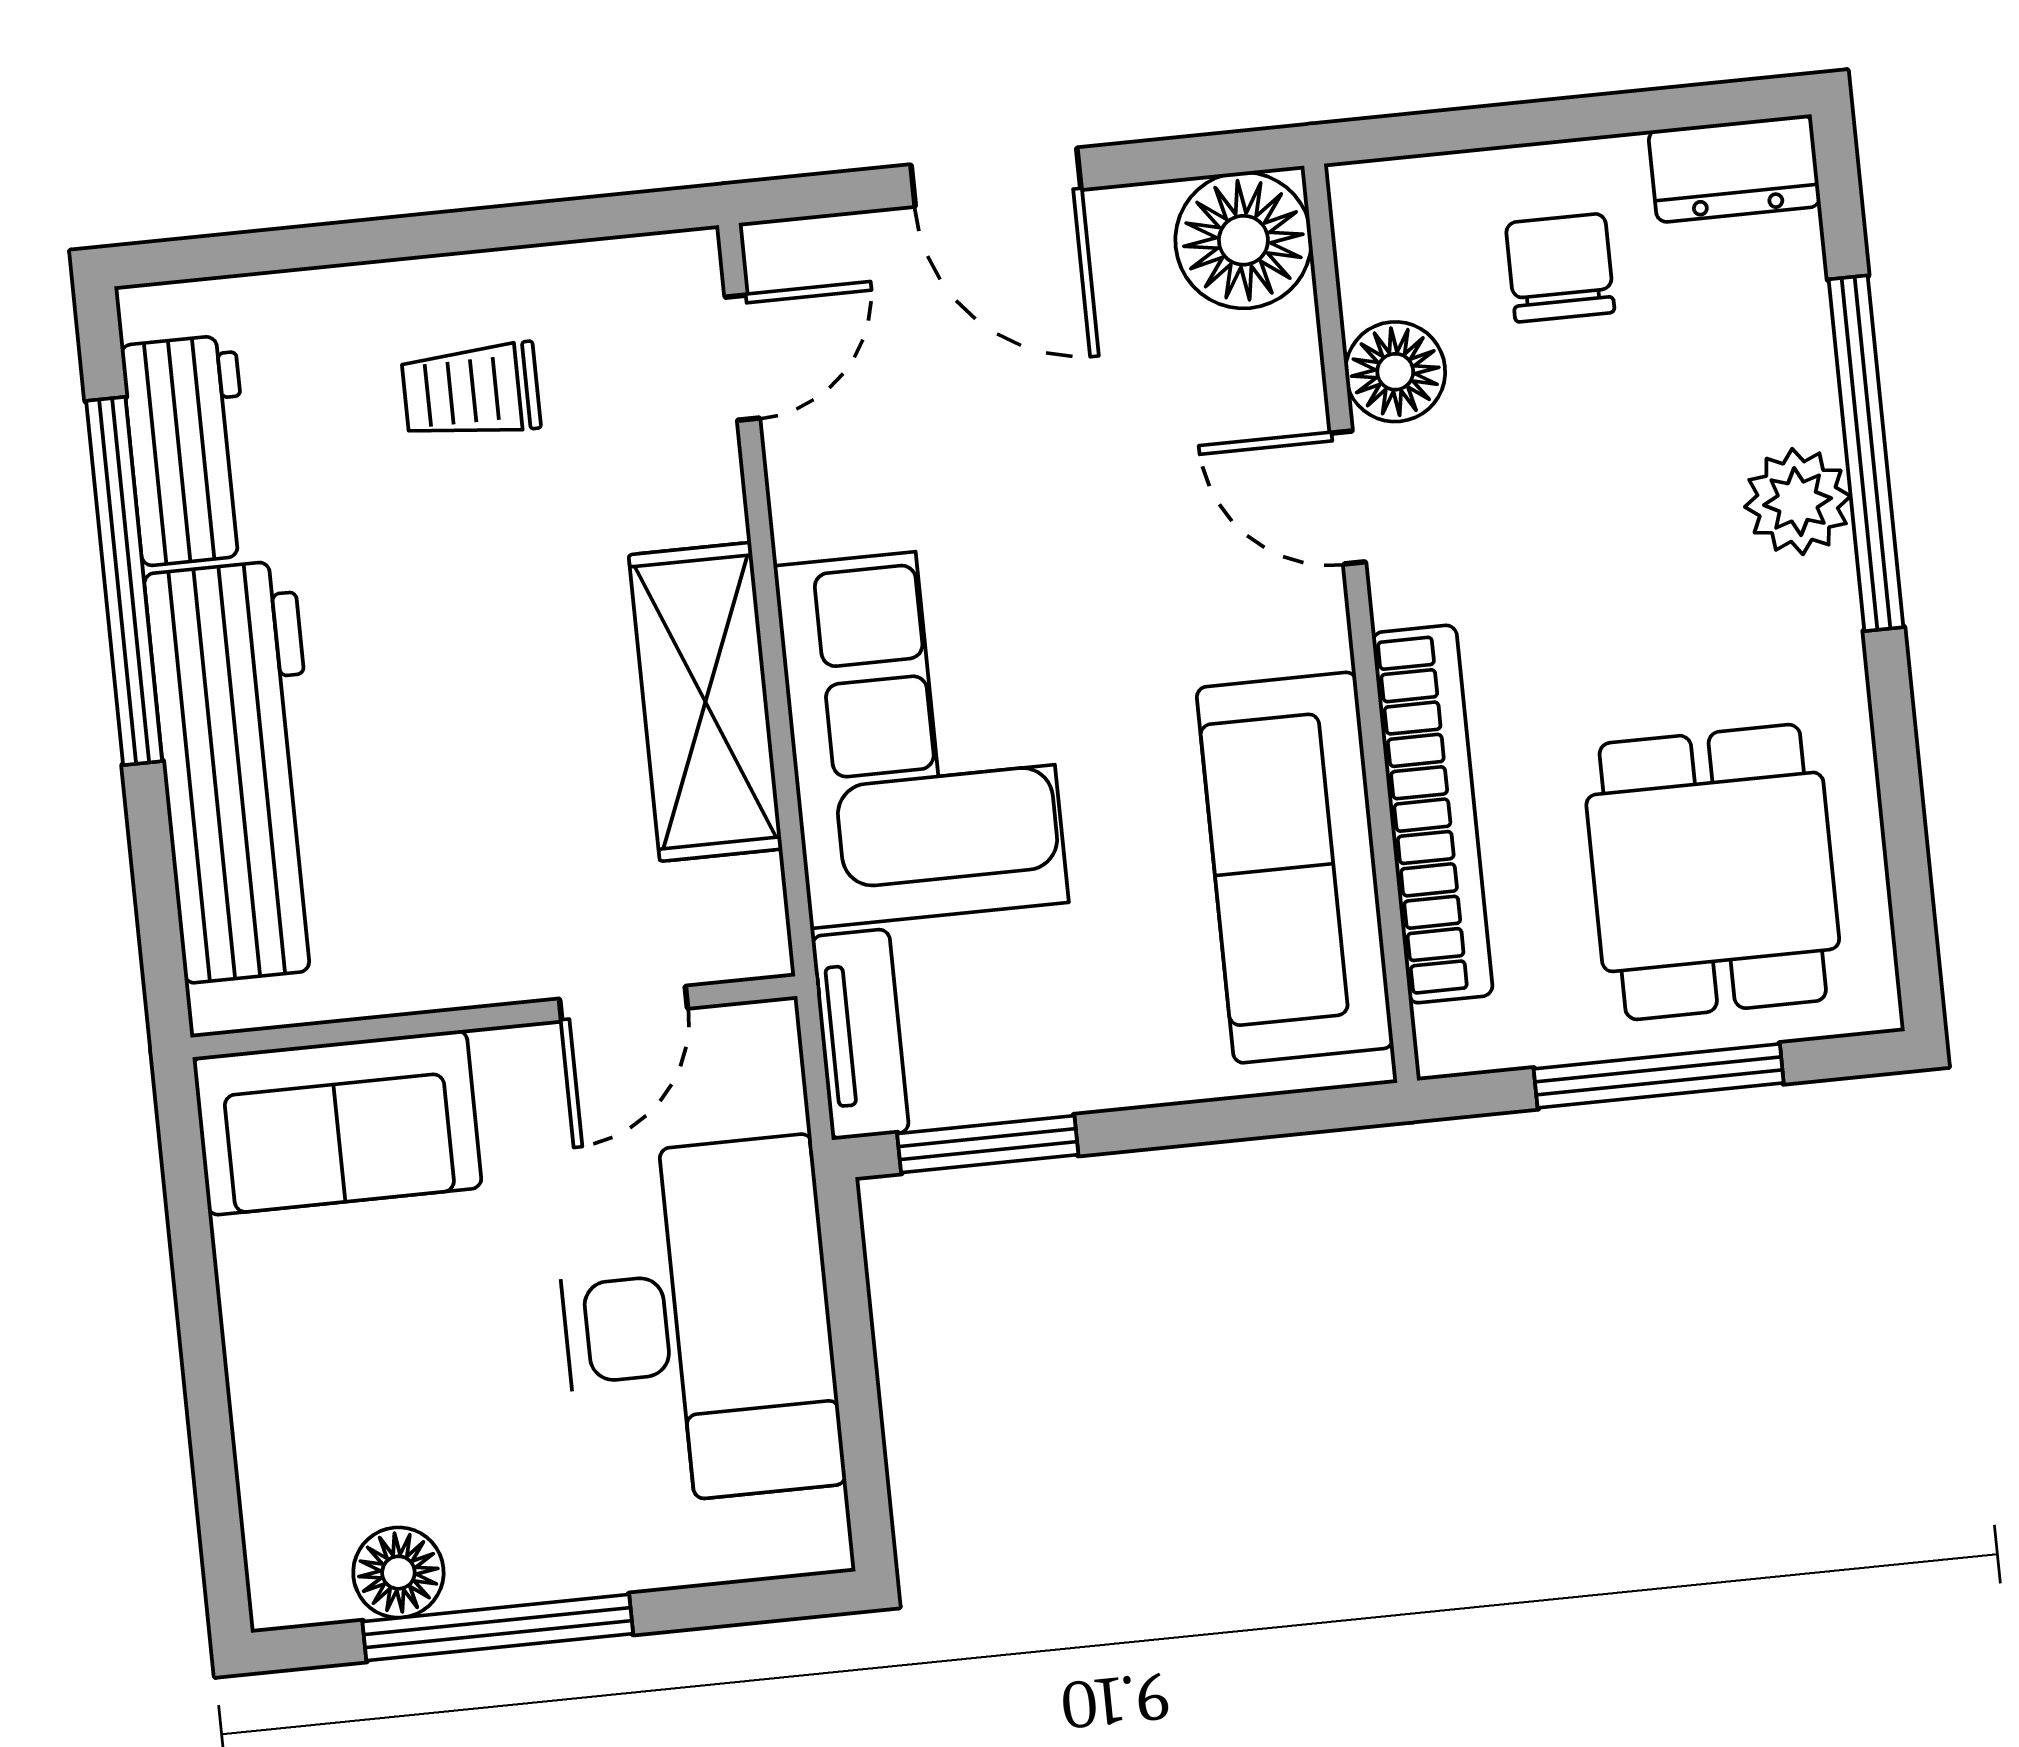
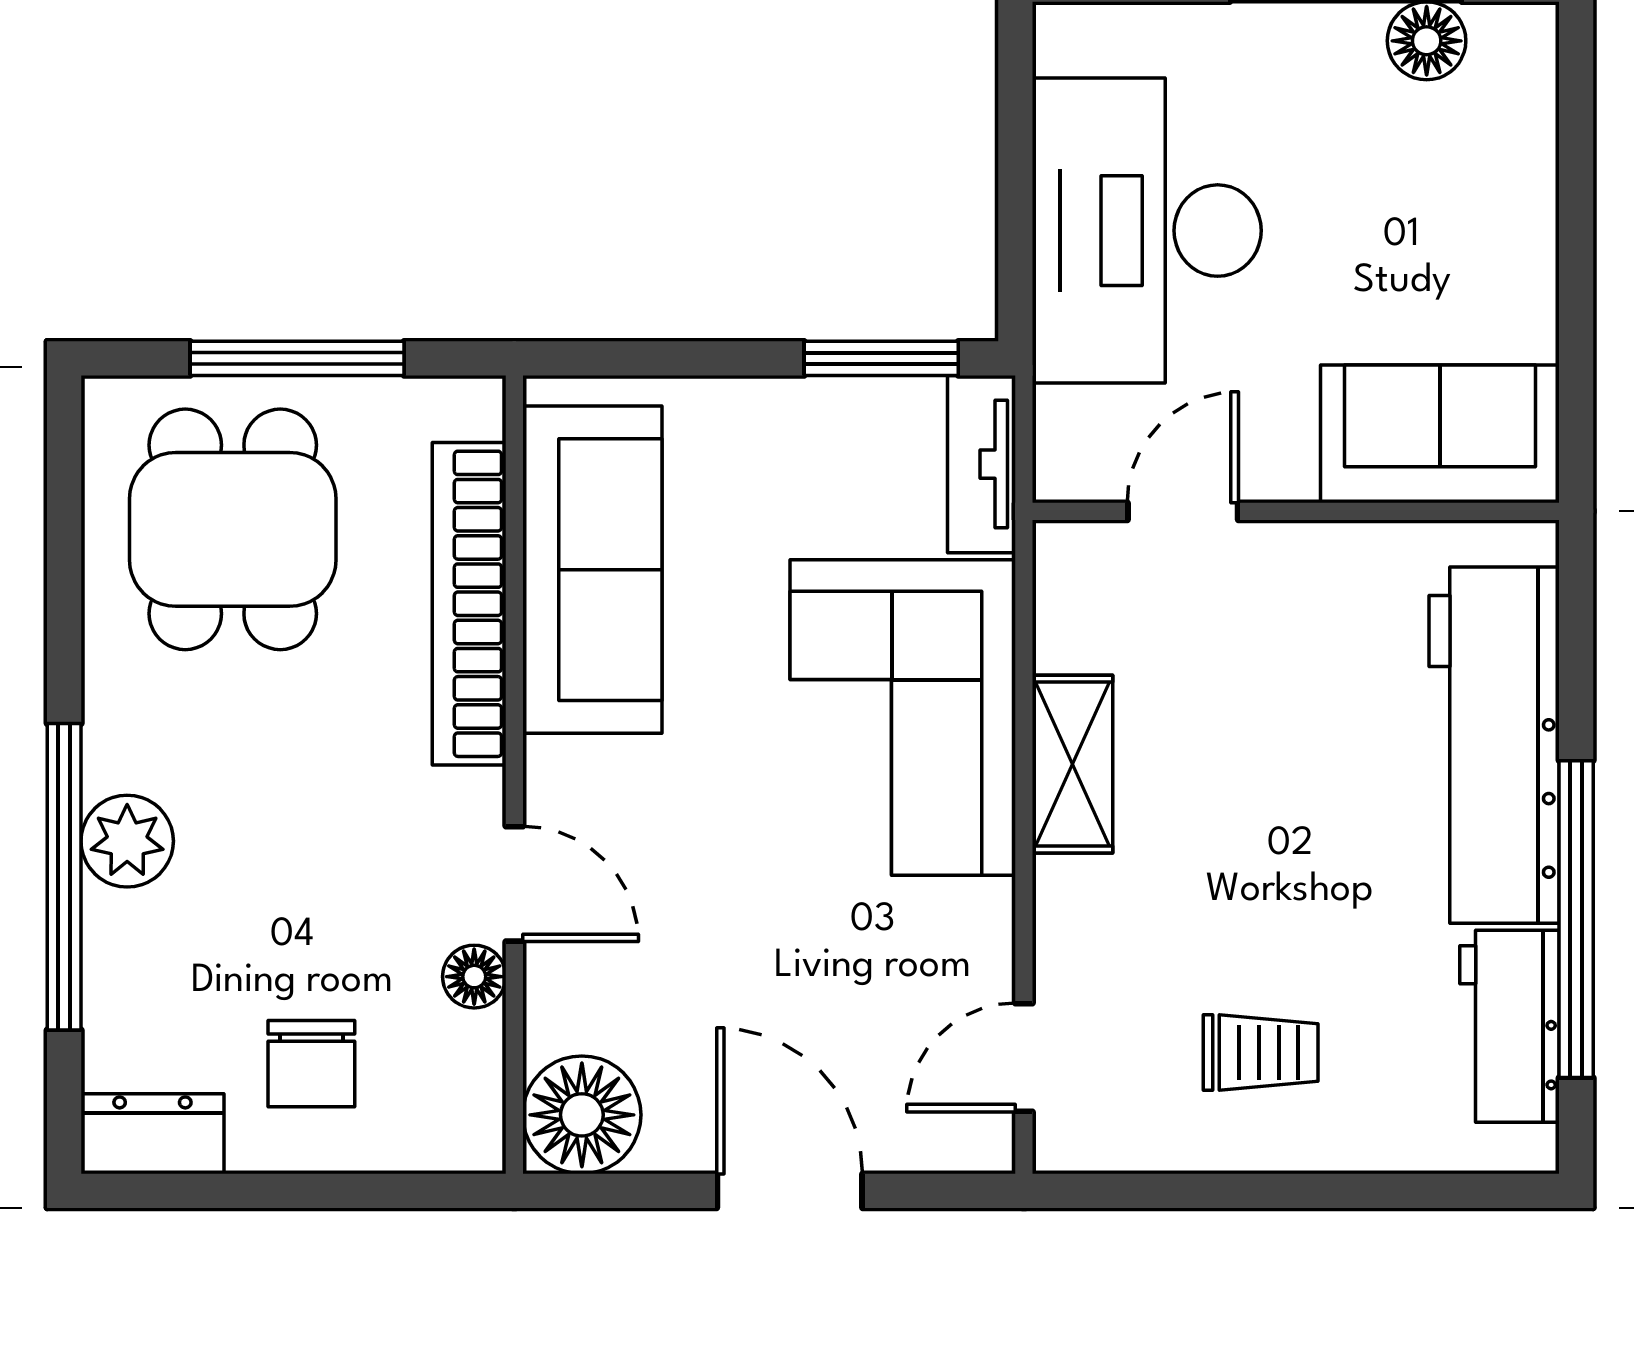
floor lamp: (1395, 372) -> (474, 977), width x0.73, depth x0.73
shelving: (705, 702) -> (1072, 764), width x0.67, depth x0.75

